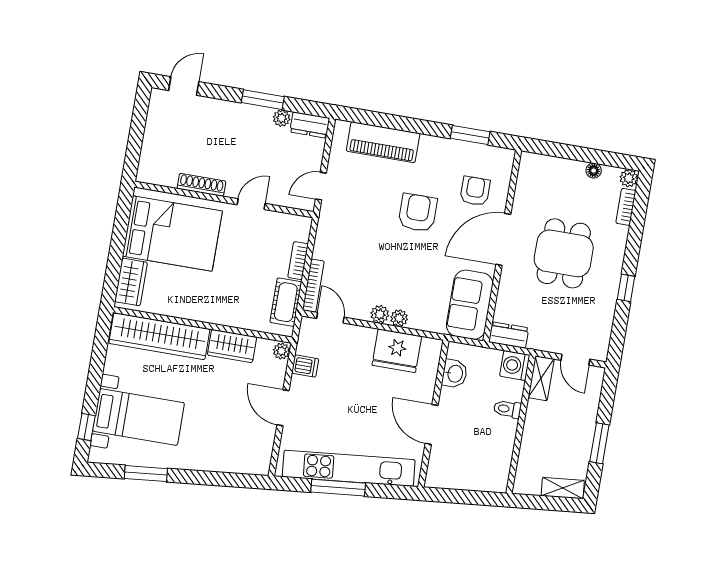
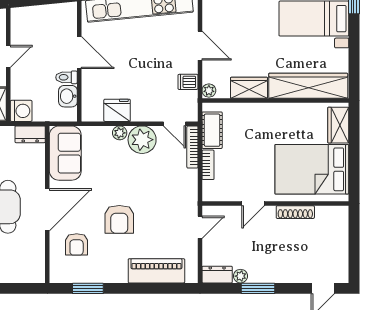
plant: (380, 314) -> (142, 140), width x1.88, depth x1.88
fridge: (397, 351) -> (117, 110), width x0.73, depth x0.75
toilet: (507, 409) -> (67, 77), moved, turned 180
door: (519, 435) -> (8, 56), added

